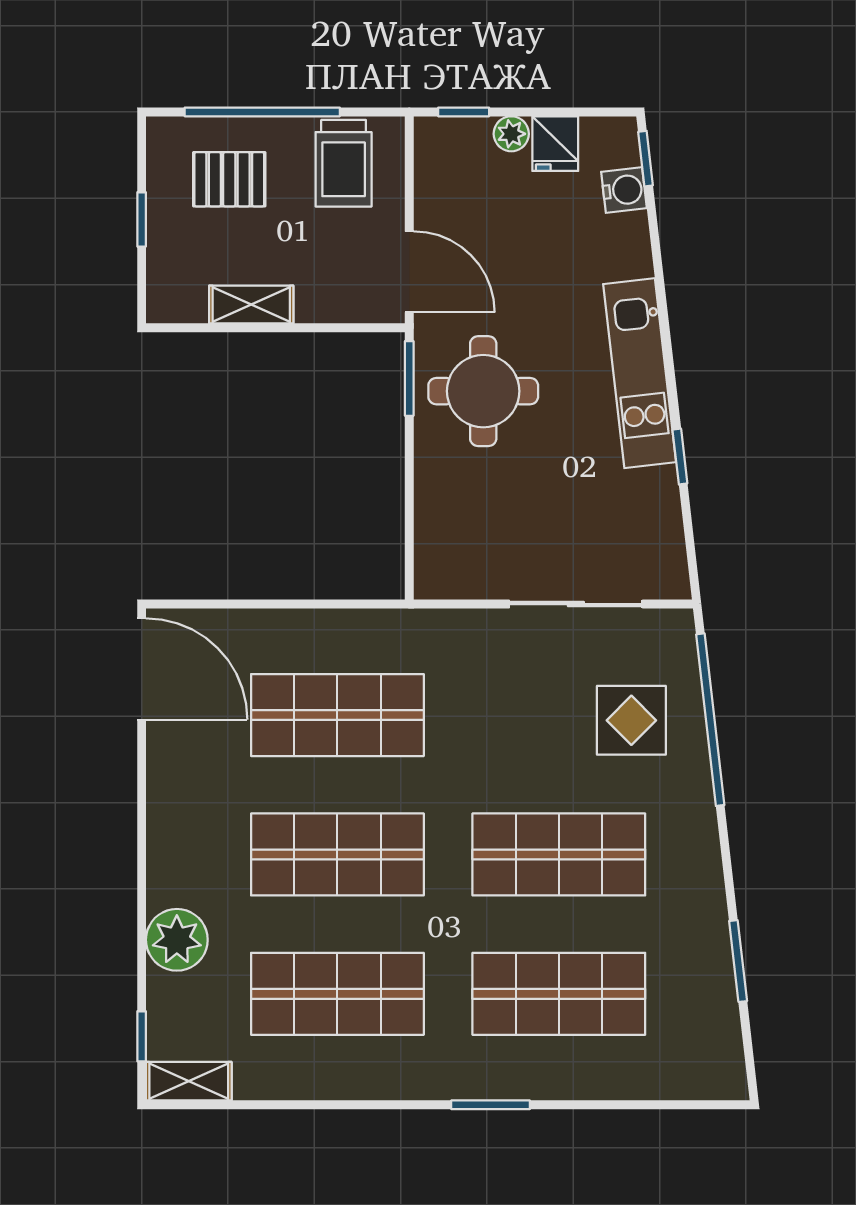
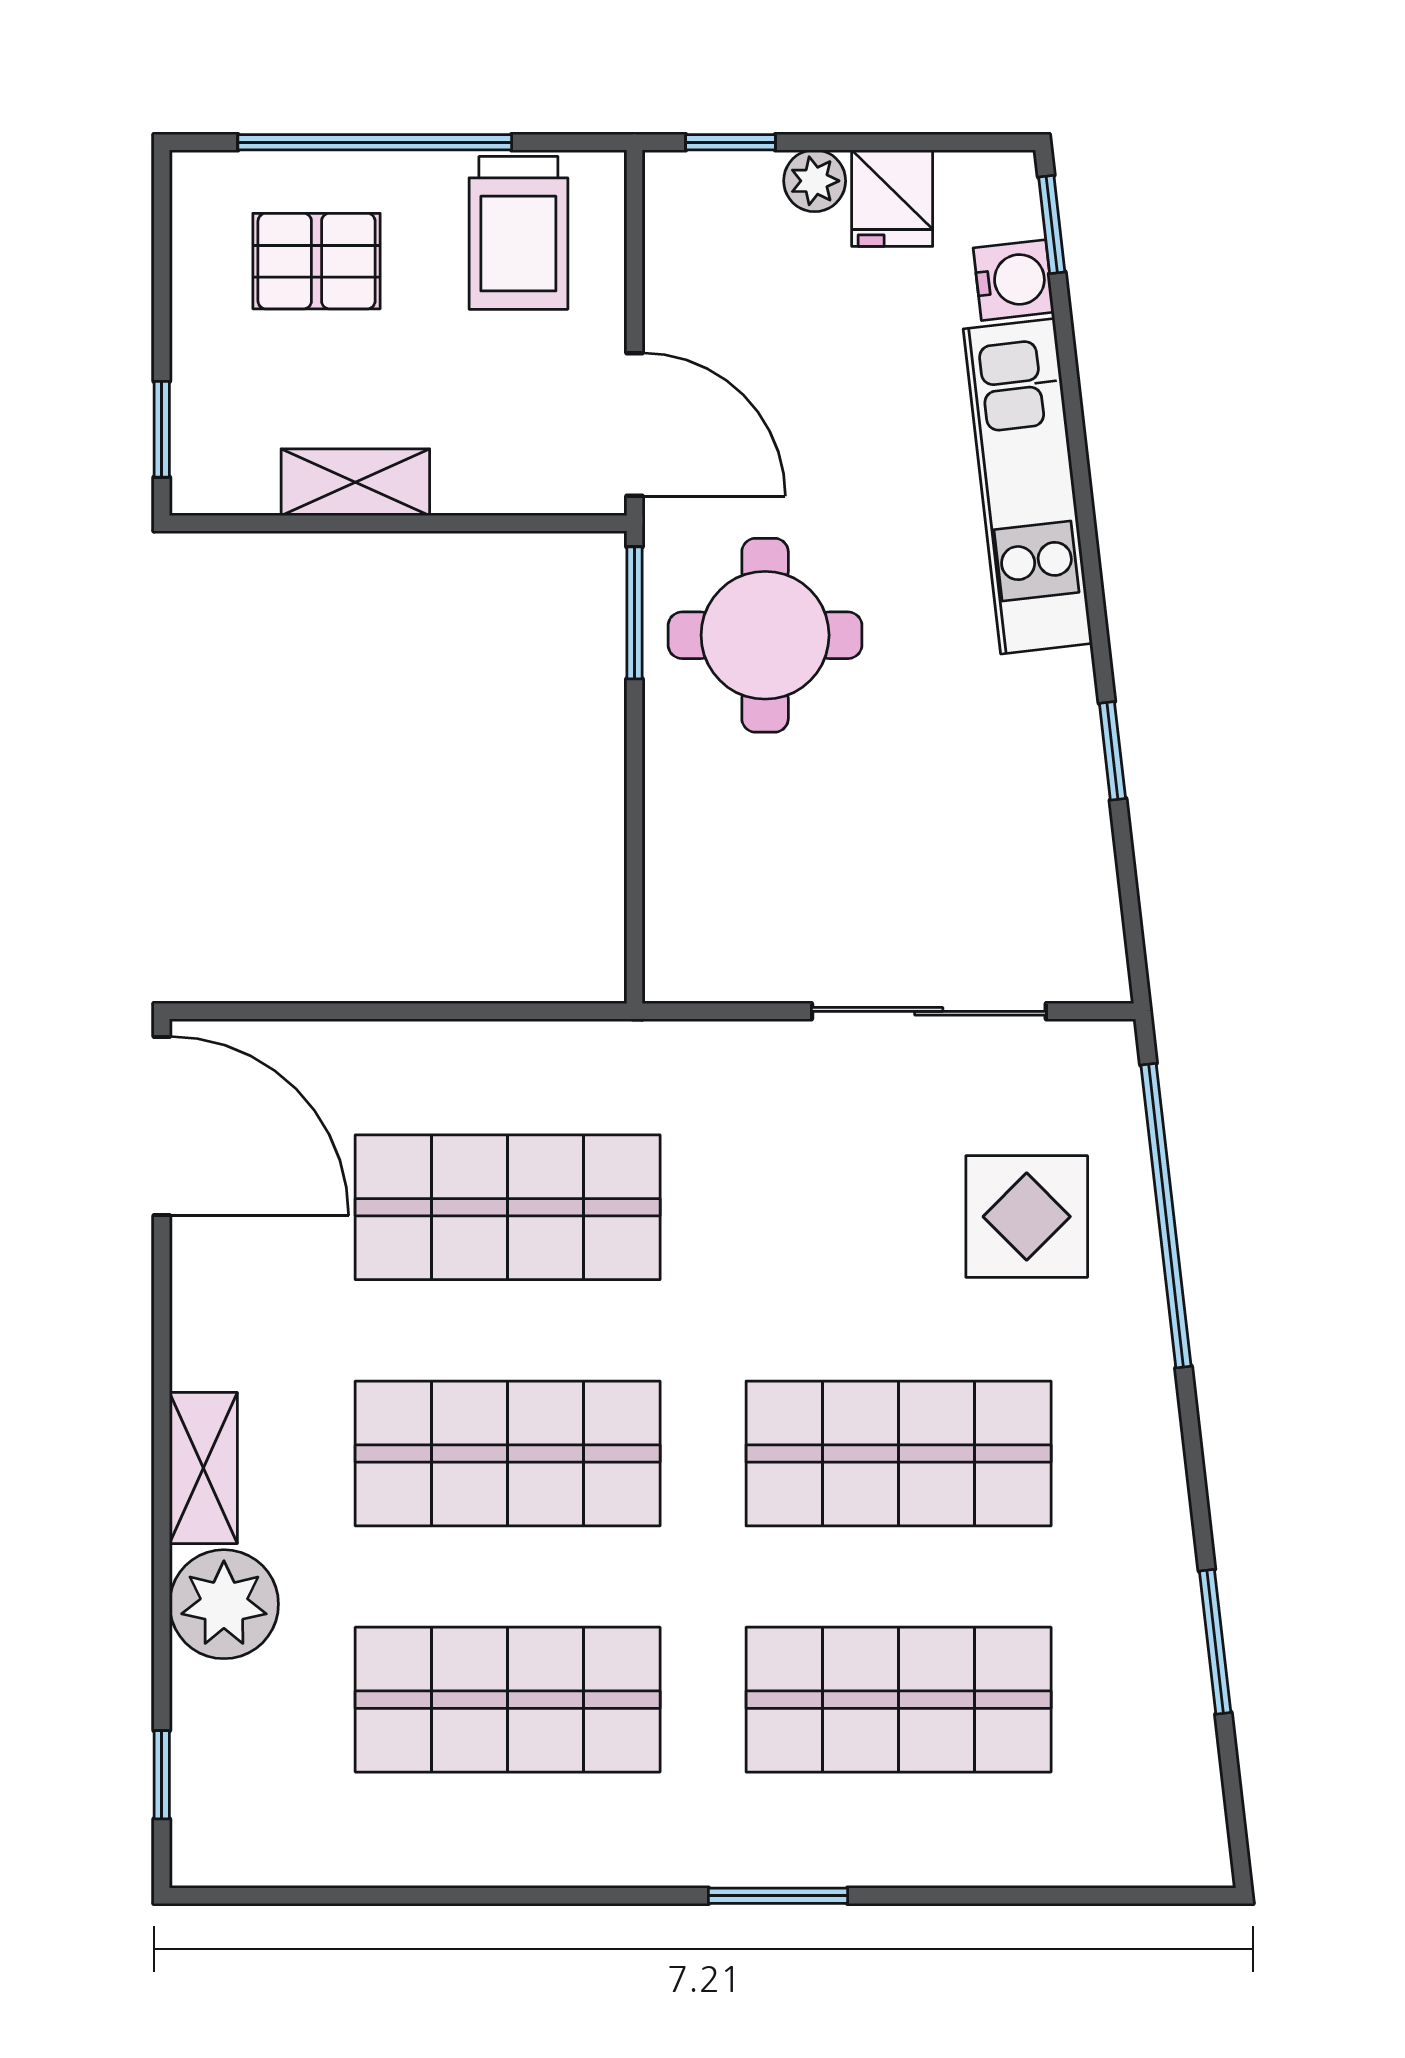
window: (142, 219) -> (162, 429), moved
kitchen unit: (640, 373) -> (1028, 486), moved
shelving: (189, 1081) -> (203, 1468), moved, turned 90

